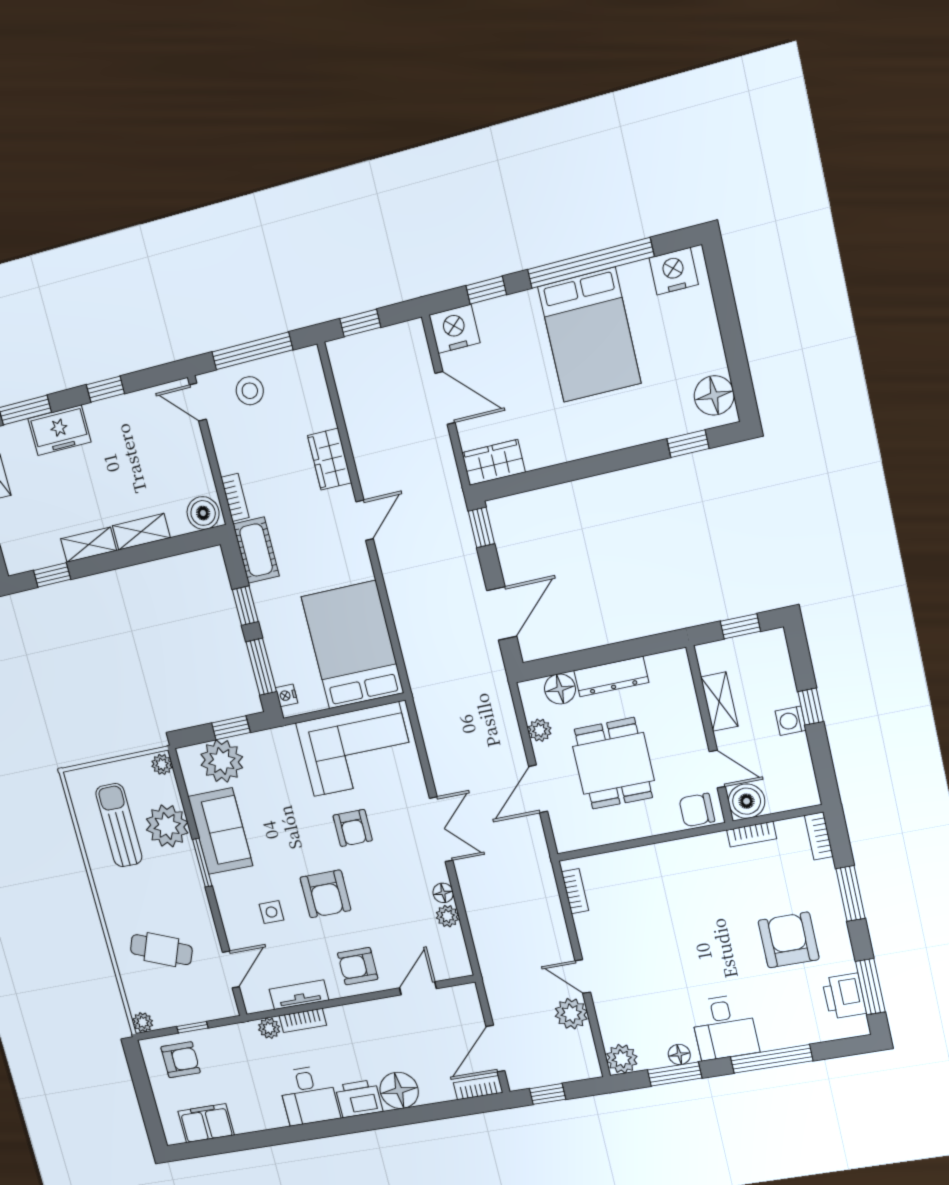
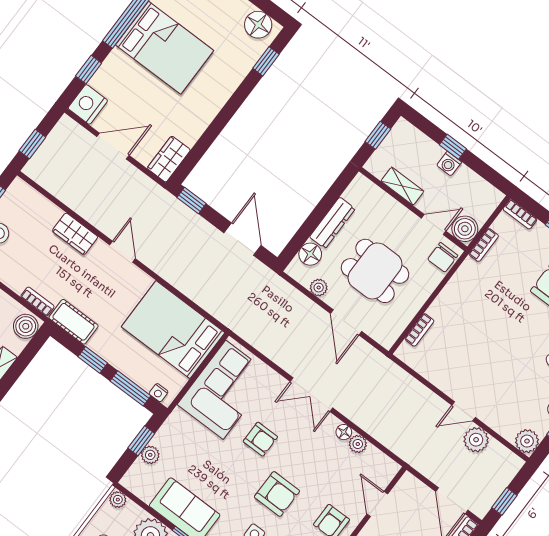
plant: (222, 761) -> (150, 455), width x0.53, depth x0.53
double door: (441, 829) -> (311, 395), swing flipped
bookcase: (575, 891) -> (419, 330), moved, turned 90

